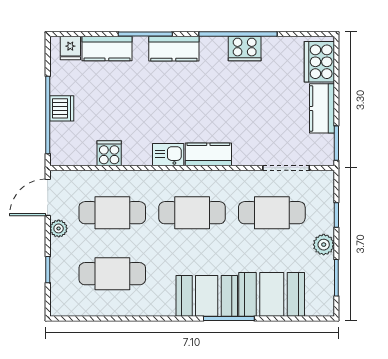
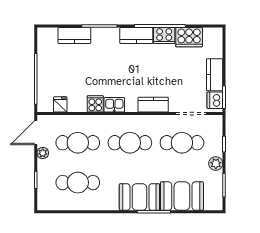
fridge: (70, 48) -> (60, 104), moved, turned 180
kitchen counter: (174, 49) -> (136, 36), moved
cooker: (319, 62) -> (189, 37), moved, turned -90
dishwasher: (62, 108) -> (215, 100), moved, turned 180
cooker: (109, 153) -> (95, 104), moved
kitchen counter: (208, 154) -> (153, 105), moved

